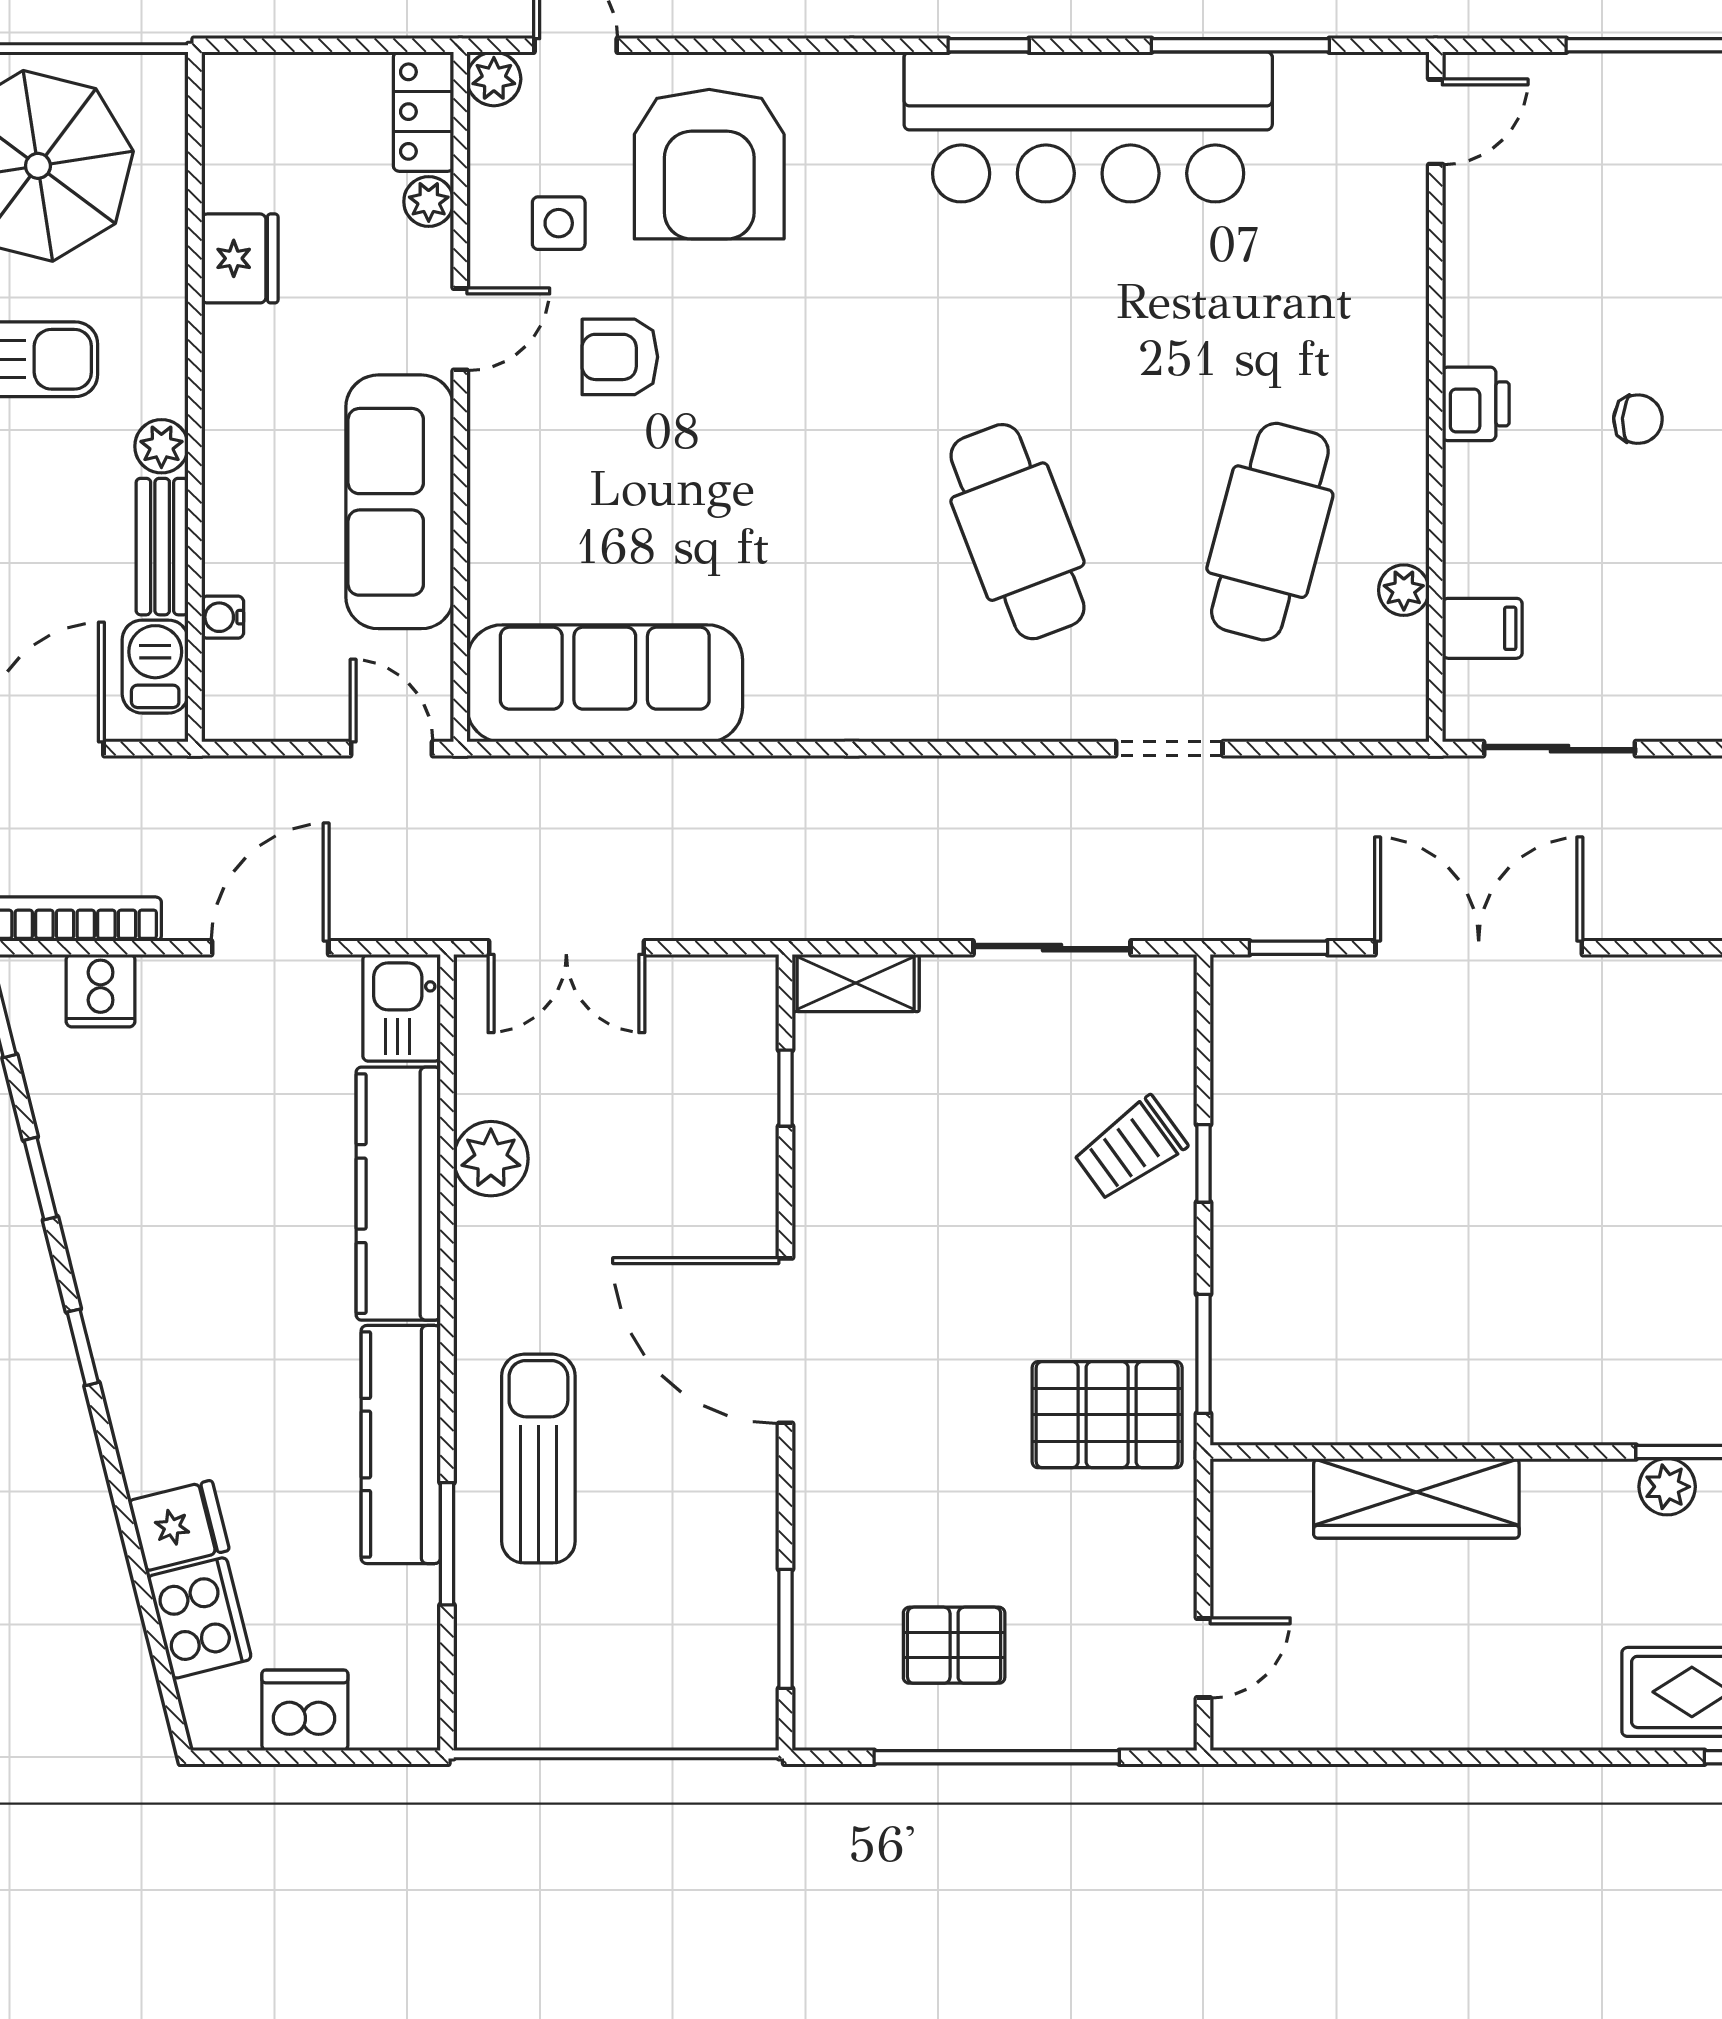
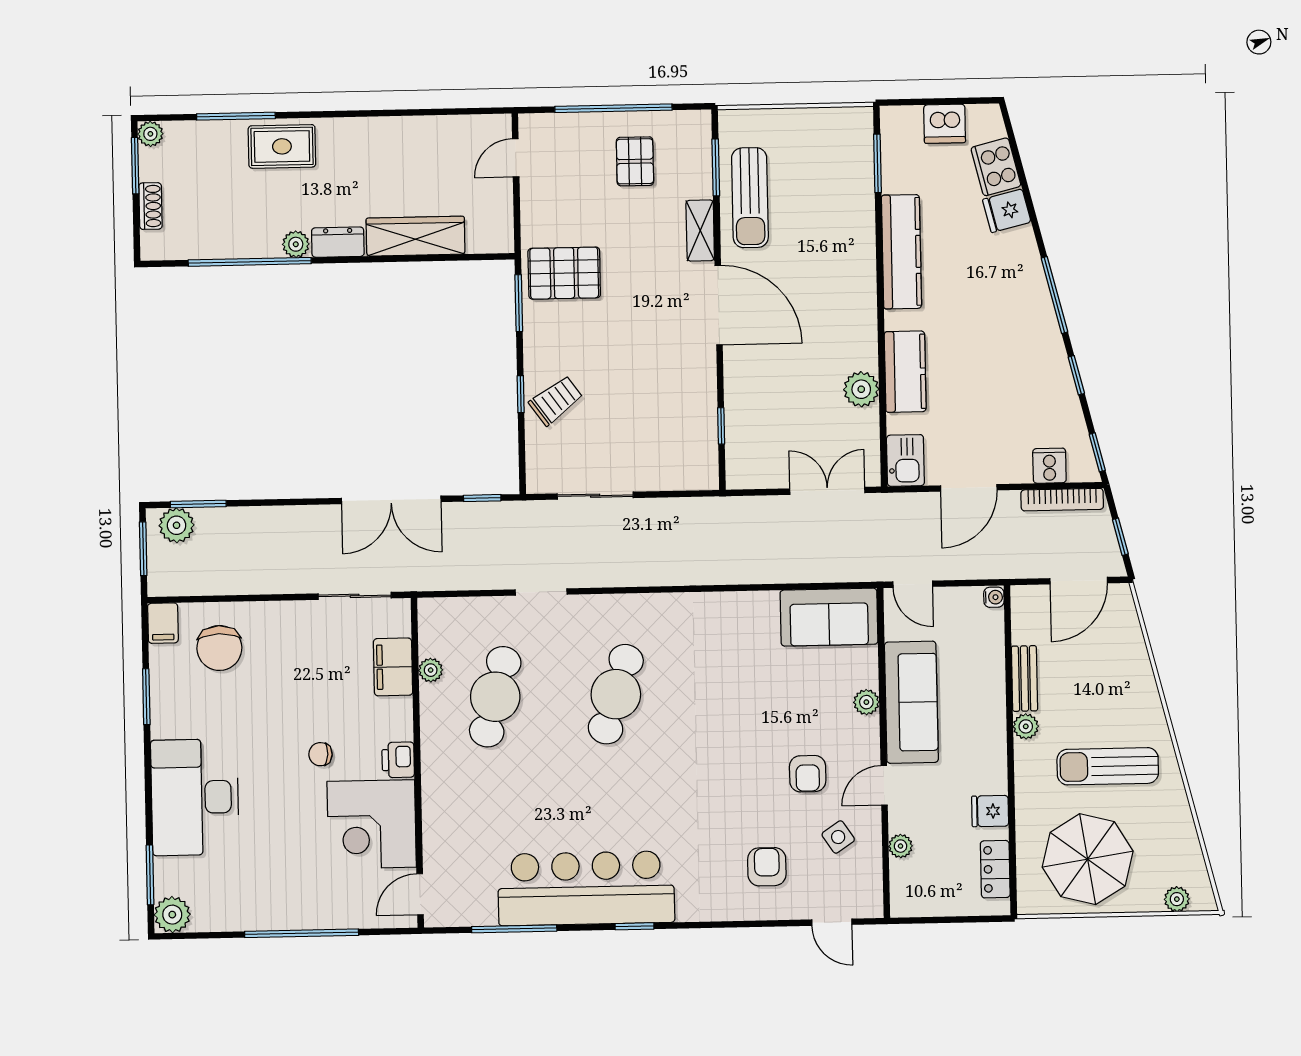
plant: (494, 79) -> (866, 702), moved
locker: (424, 112) -> (995, 869), moved, turned 180
armchair: (709, 164) -> (767, 867), width x0.53, depth x0.53
side table: (559, 223) -> (838, 837), turned -34
fridge: (240, 258) -> (990, 811), width x0.72
corner desk: (1534, 270) -> (372, 824), added
armchair: (620, 357) -> (808, 774), turned 90
cafe table: (1017, 532) -> (616, 694), turned 39
water cooler: (223, 617) -> (994, 597), moved
filing cabinet: (1482, 628) -> (393, 667), width x2.00
barbecue: (155, 667) -> (1027, 621), removed
sofa: (605, 683) -> (829, 617), width x0.73
shelving: (856, 983) -> (700, 230), moved, turned 90
kitchen counter: (398, 1194) -> (905, 372), width x0.67
window: (83, 1347) -> (1054, 295), width x2.17
sun lounger: (538, 1459) -> (750, 198), moved
dresser: (1579, 1489) -> (338, 242), added
window: (447, 1544) -> (877, 163), moved
pallet: (954, 1645) -> (635, 161), turned 90

